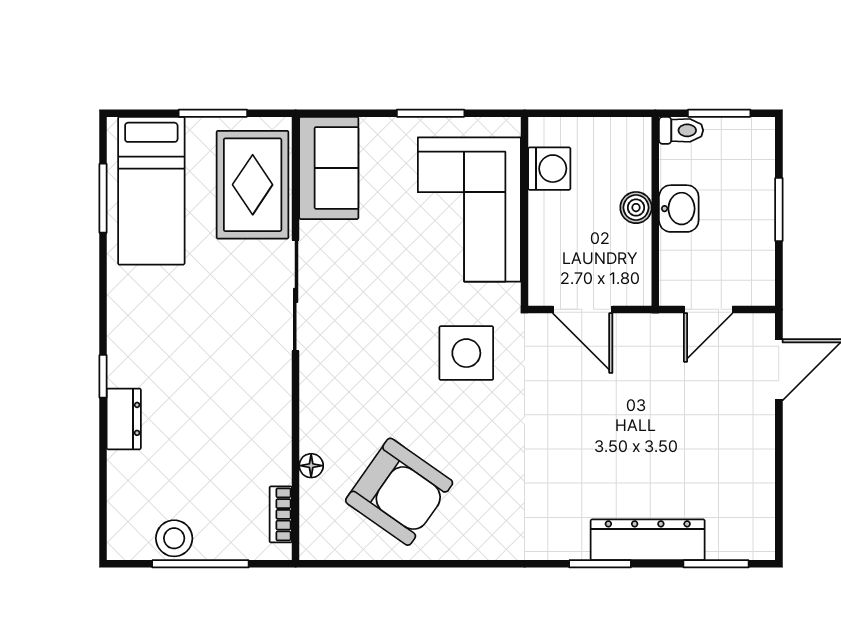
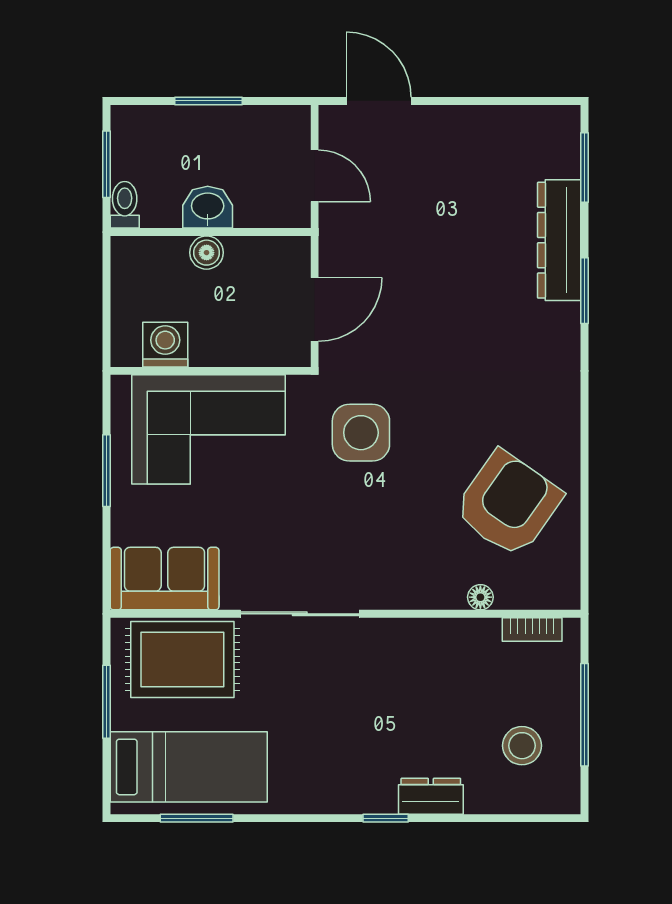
stool: (174, 538) -> (522, 746), moved

